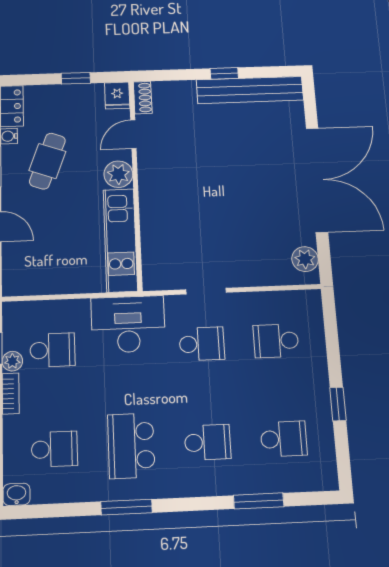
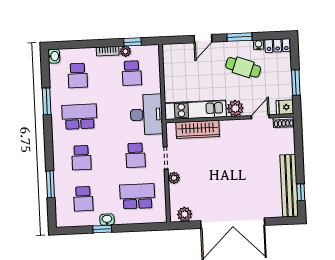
window: (224, 73) -> (301, 192), moved
window: (76, 78) -> (296, 83), width x1.50
door: (133, 134) -> (260, 117), hinge flipped
wardrobe: (155, 237) -> (198, 129), added
plant: (241, 277) -> (174, 178), added
school desk: (276, 341) -> (137, 196), width x1.85
washbasin: (320, 395) -> (107, 220), added
window: (126, 507) -> (47, 101), moved

